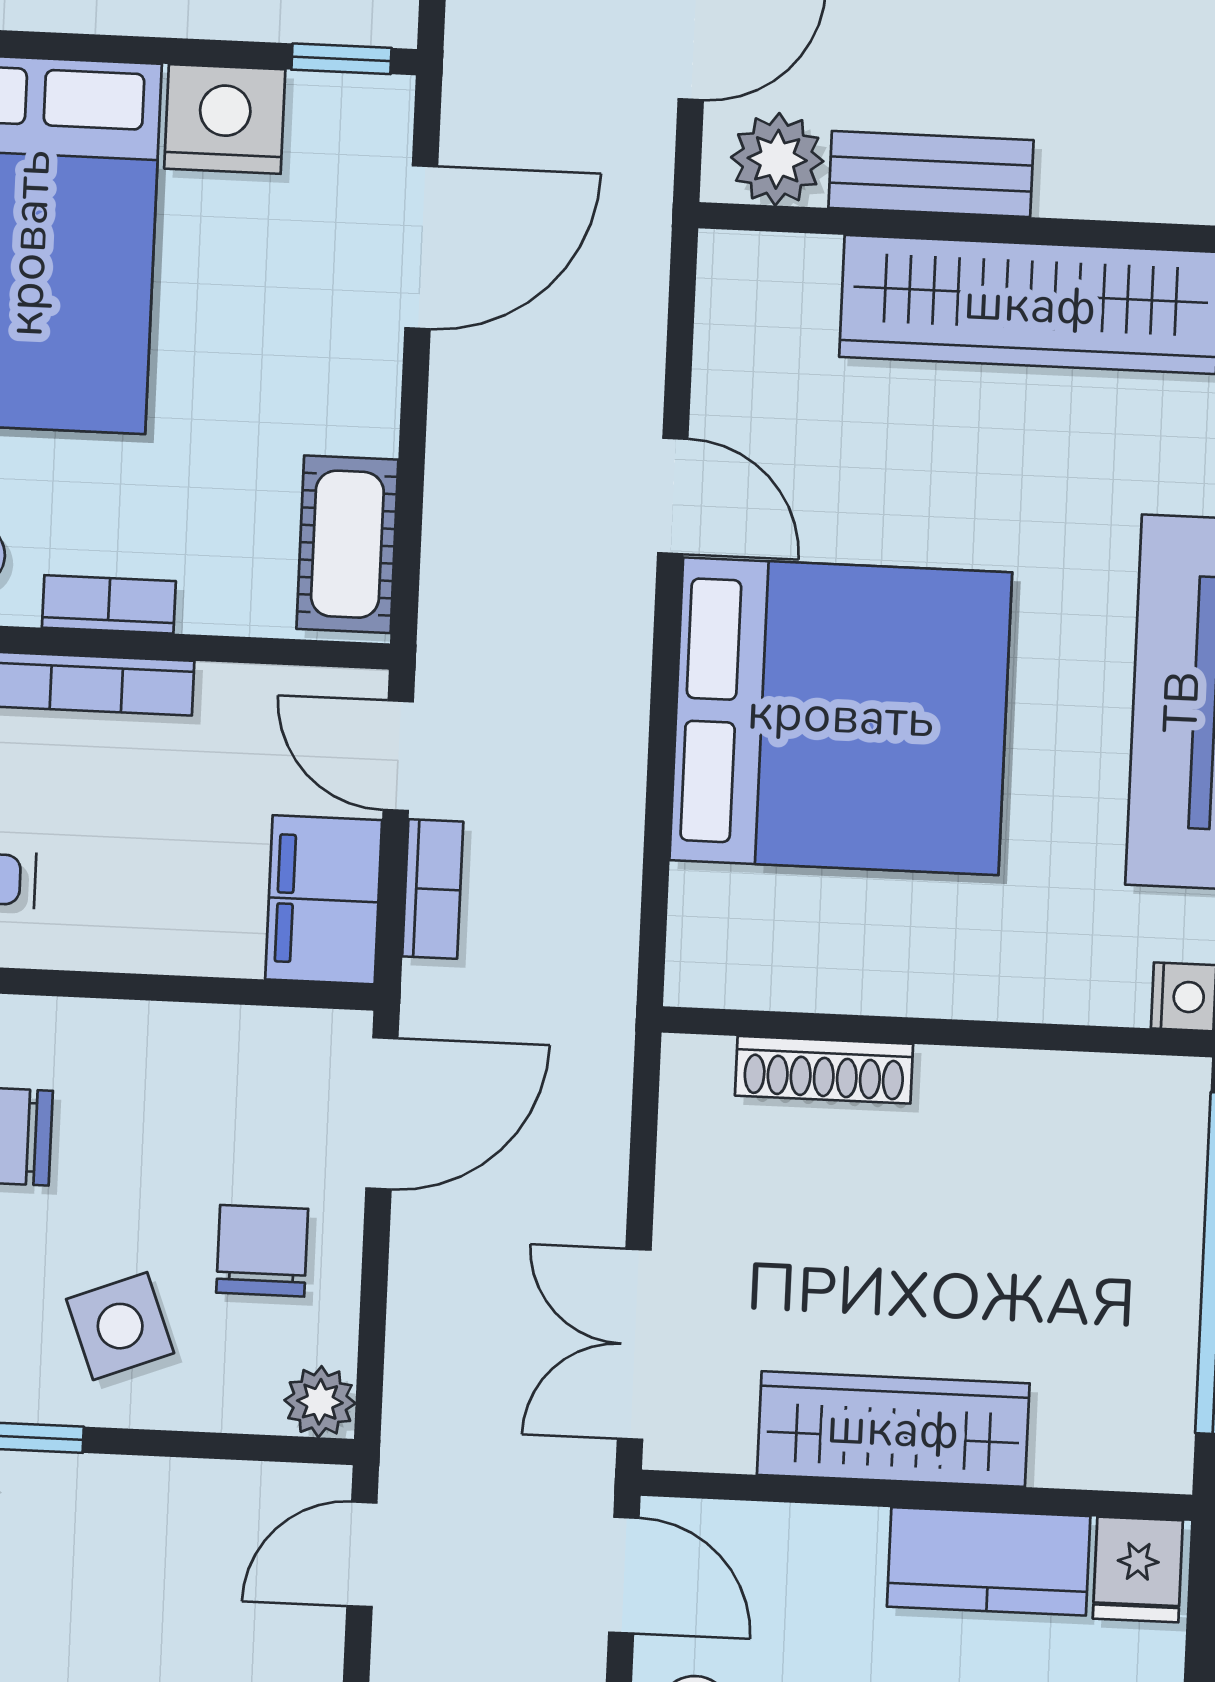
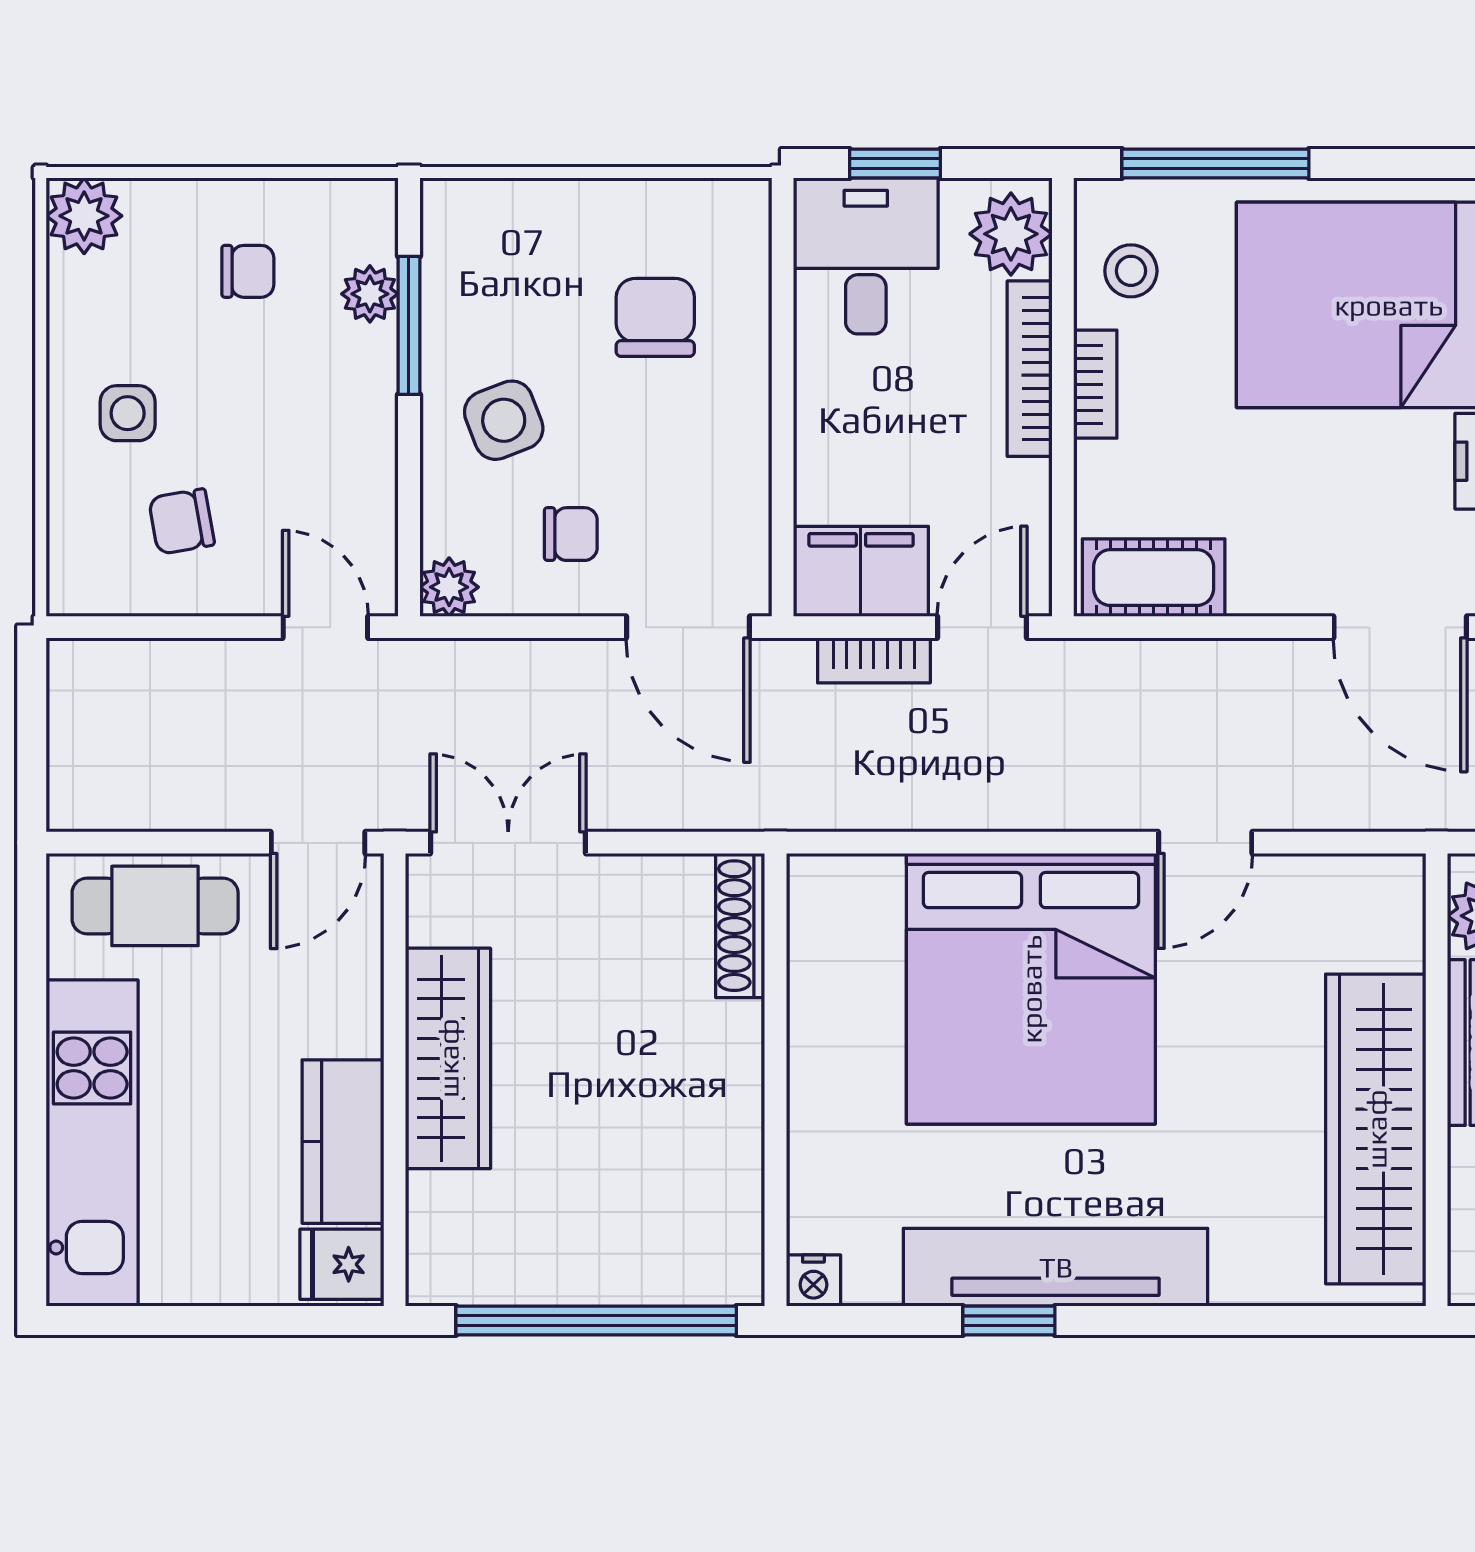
shoe rack: (824, 1070) -> (740, 926), moved
chair: (262, 1251) -> (571, 534), width x0.73, depth x0.73

